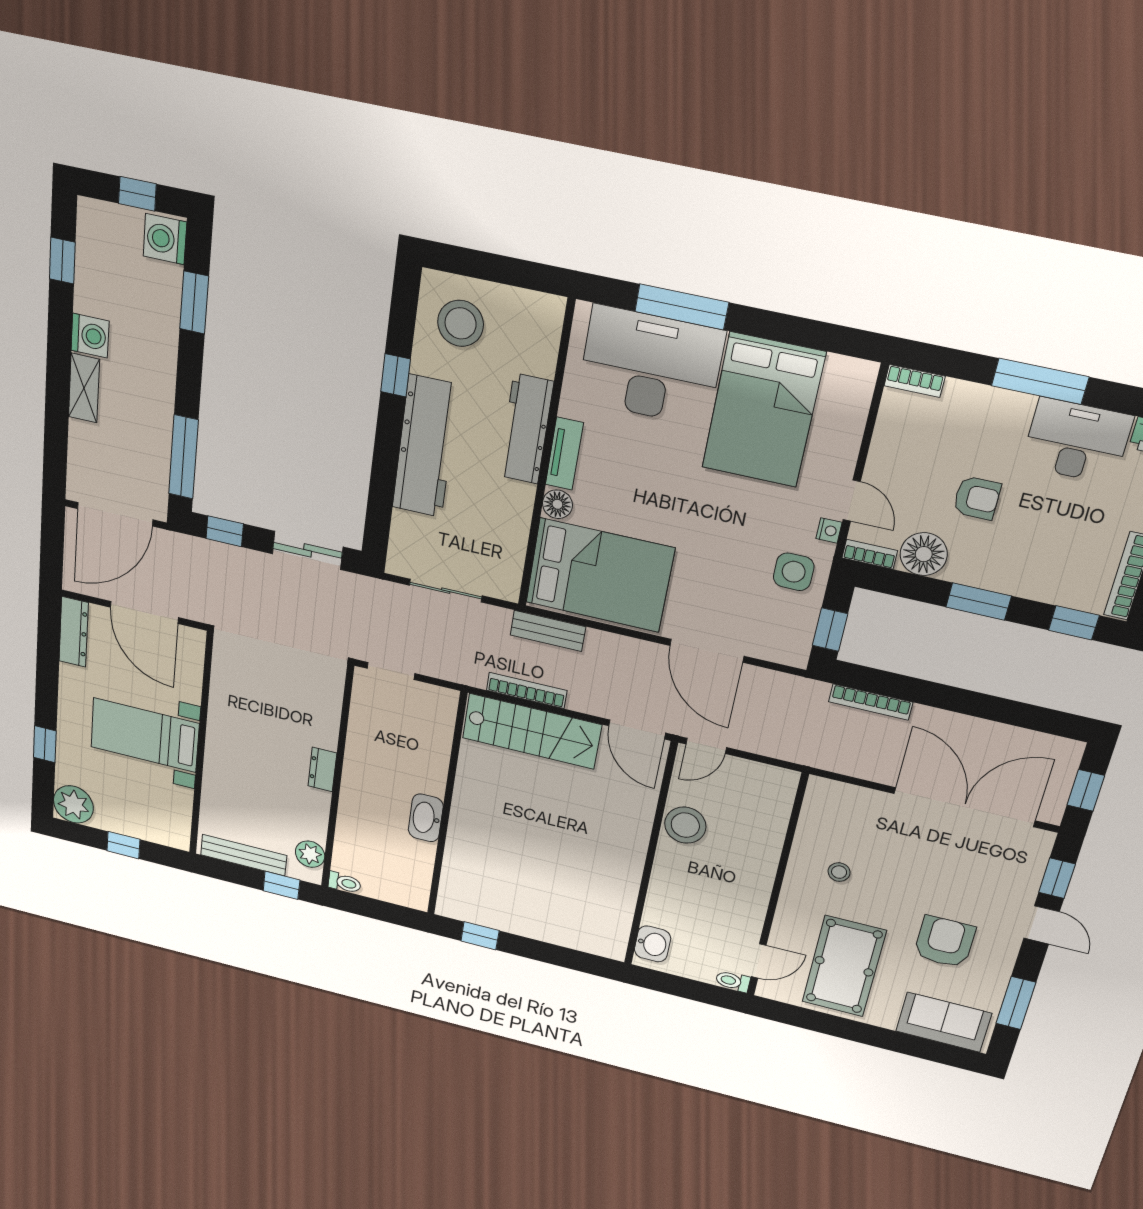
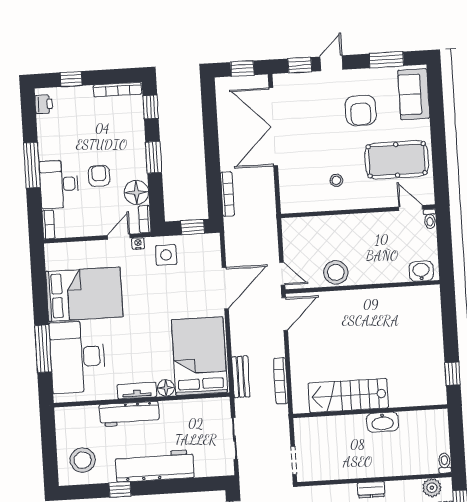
desk: (1077, 441) -> (59, 184), moved
stairs: (532, 731) -> (348, 395), moved, turned -90
armchair: (945, 942) -> (361, 110), turned -90

